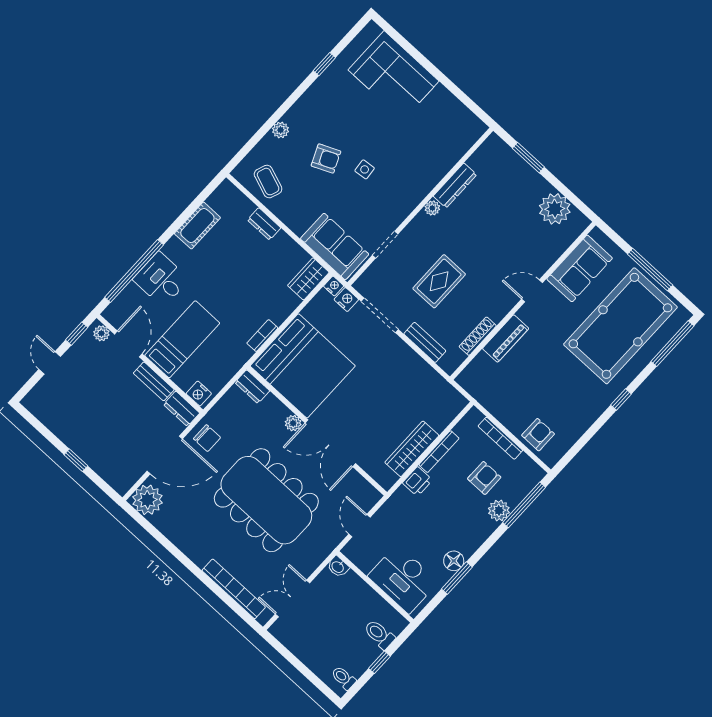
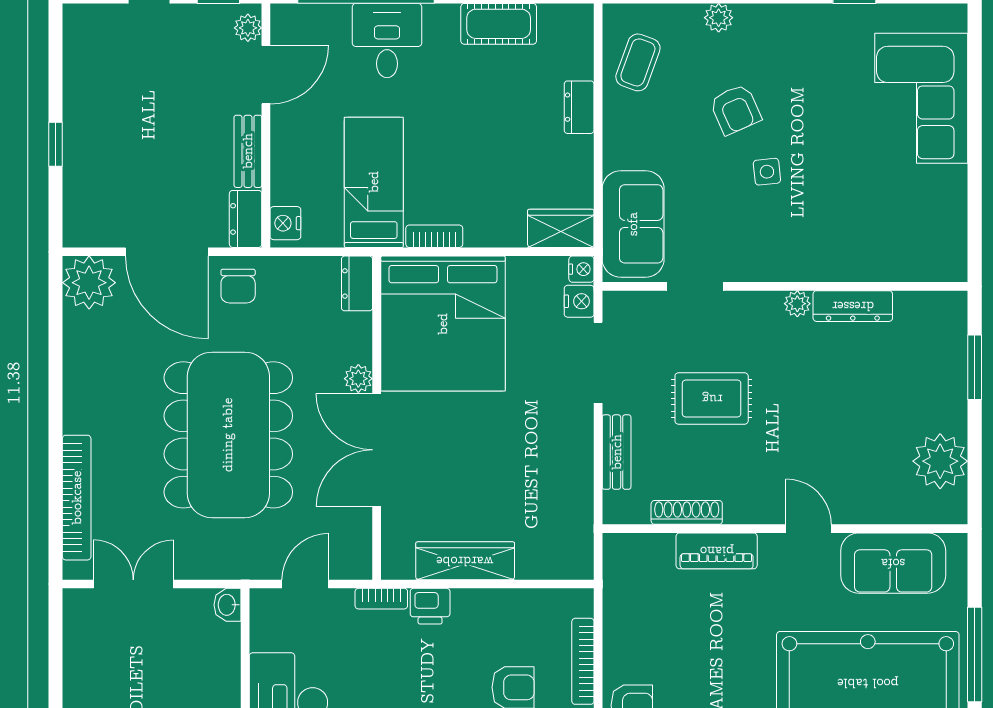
bed: (182, 339) -> (374, 182), moved, turned -90
bookcase: (439, 452) -> (381, 599), moved, width x0.64

